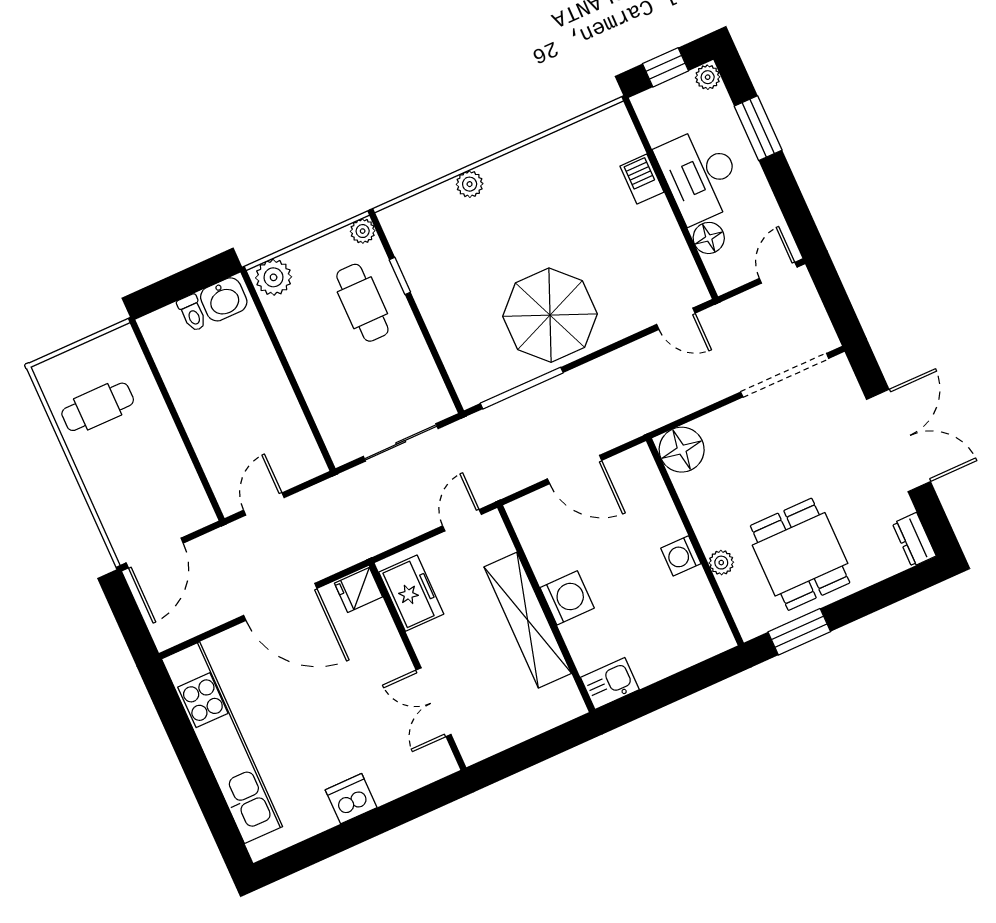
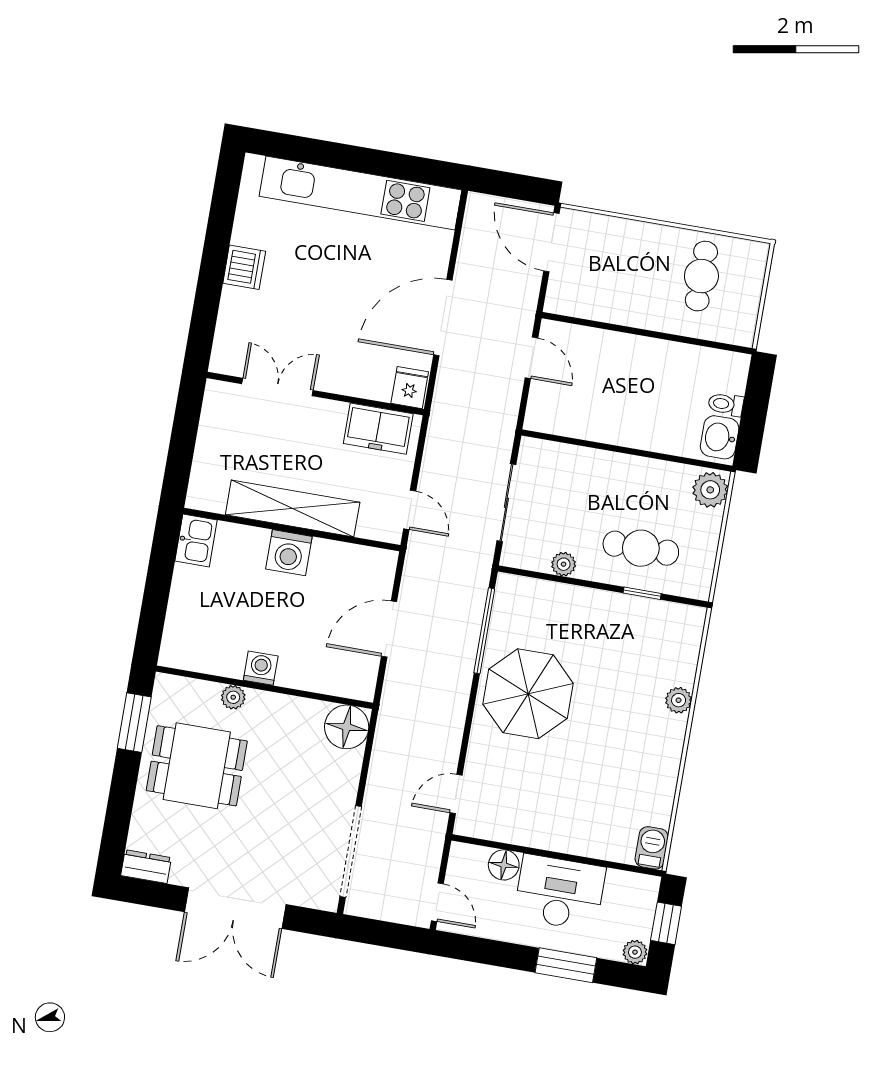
barbecue: (642, 179) -> (652, 848), moved, turned -90
plant: (363, 231) -> (564, 564), moved

